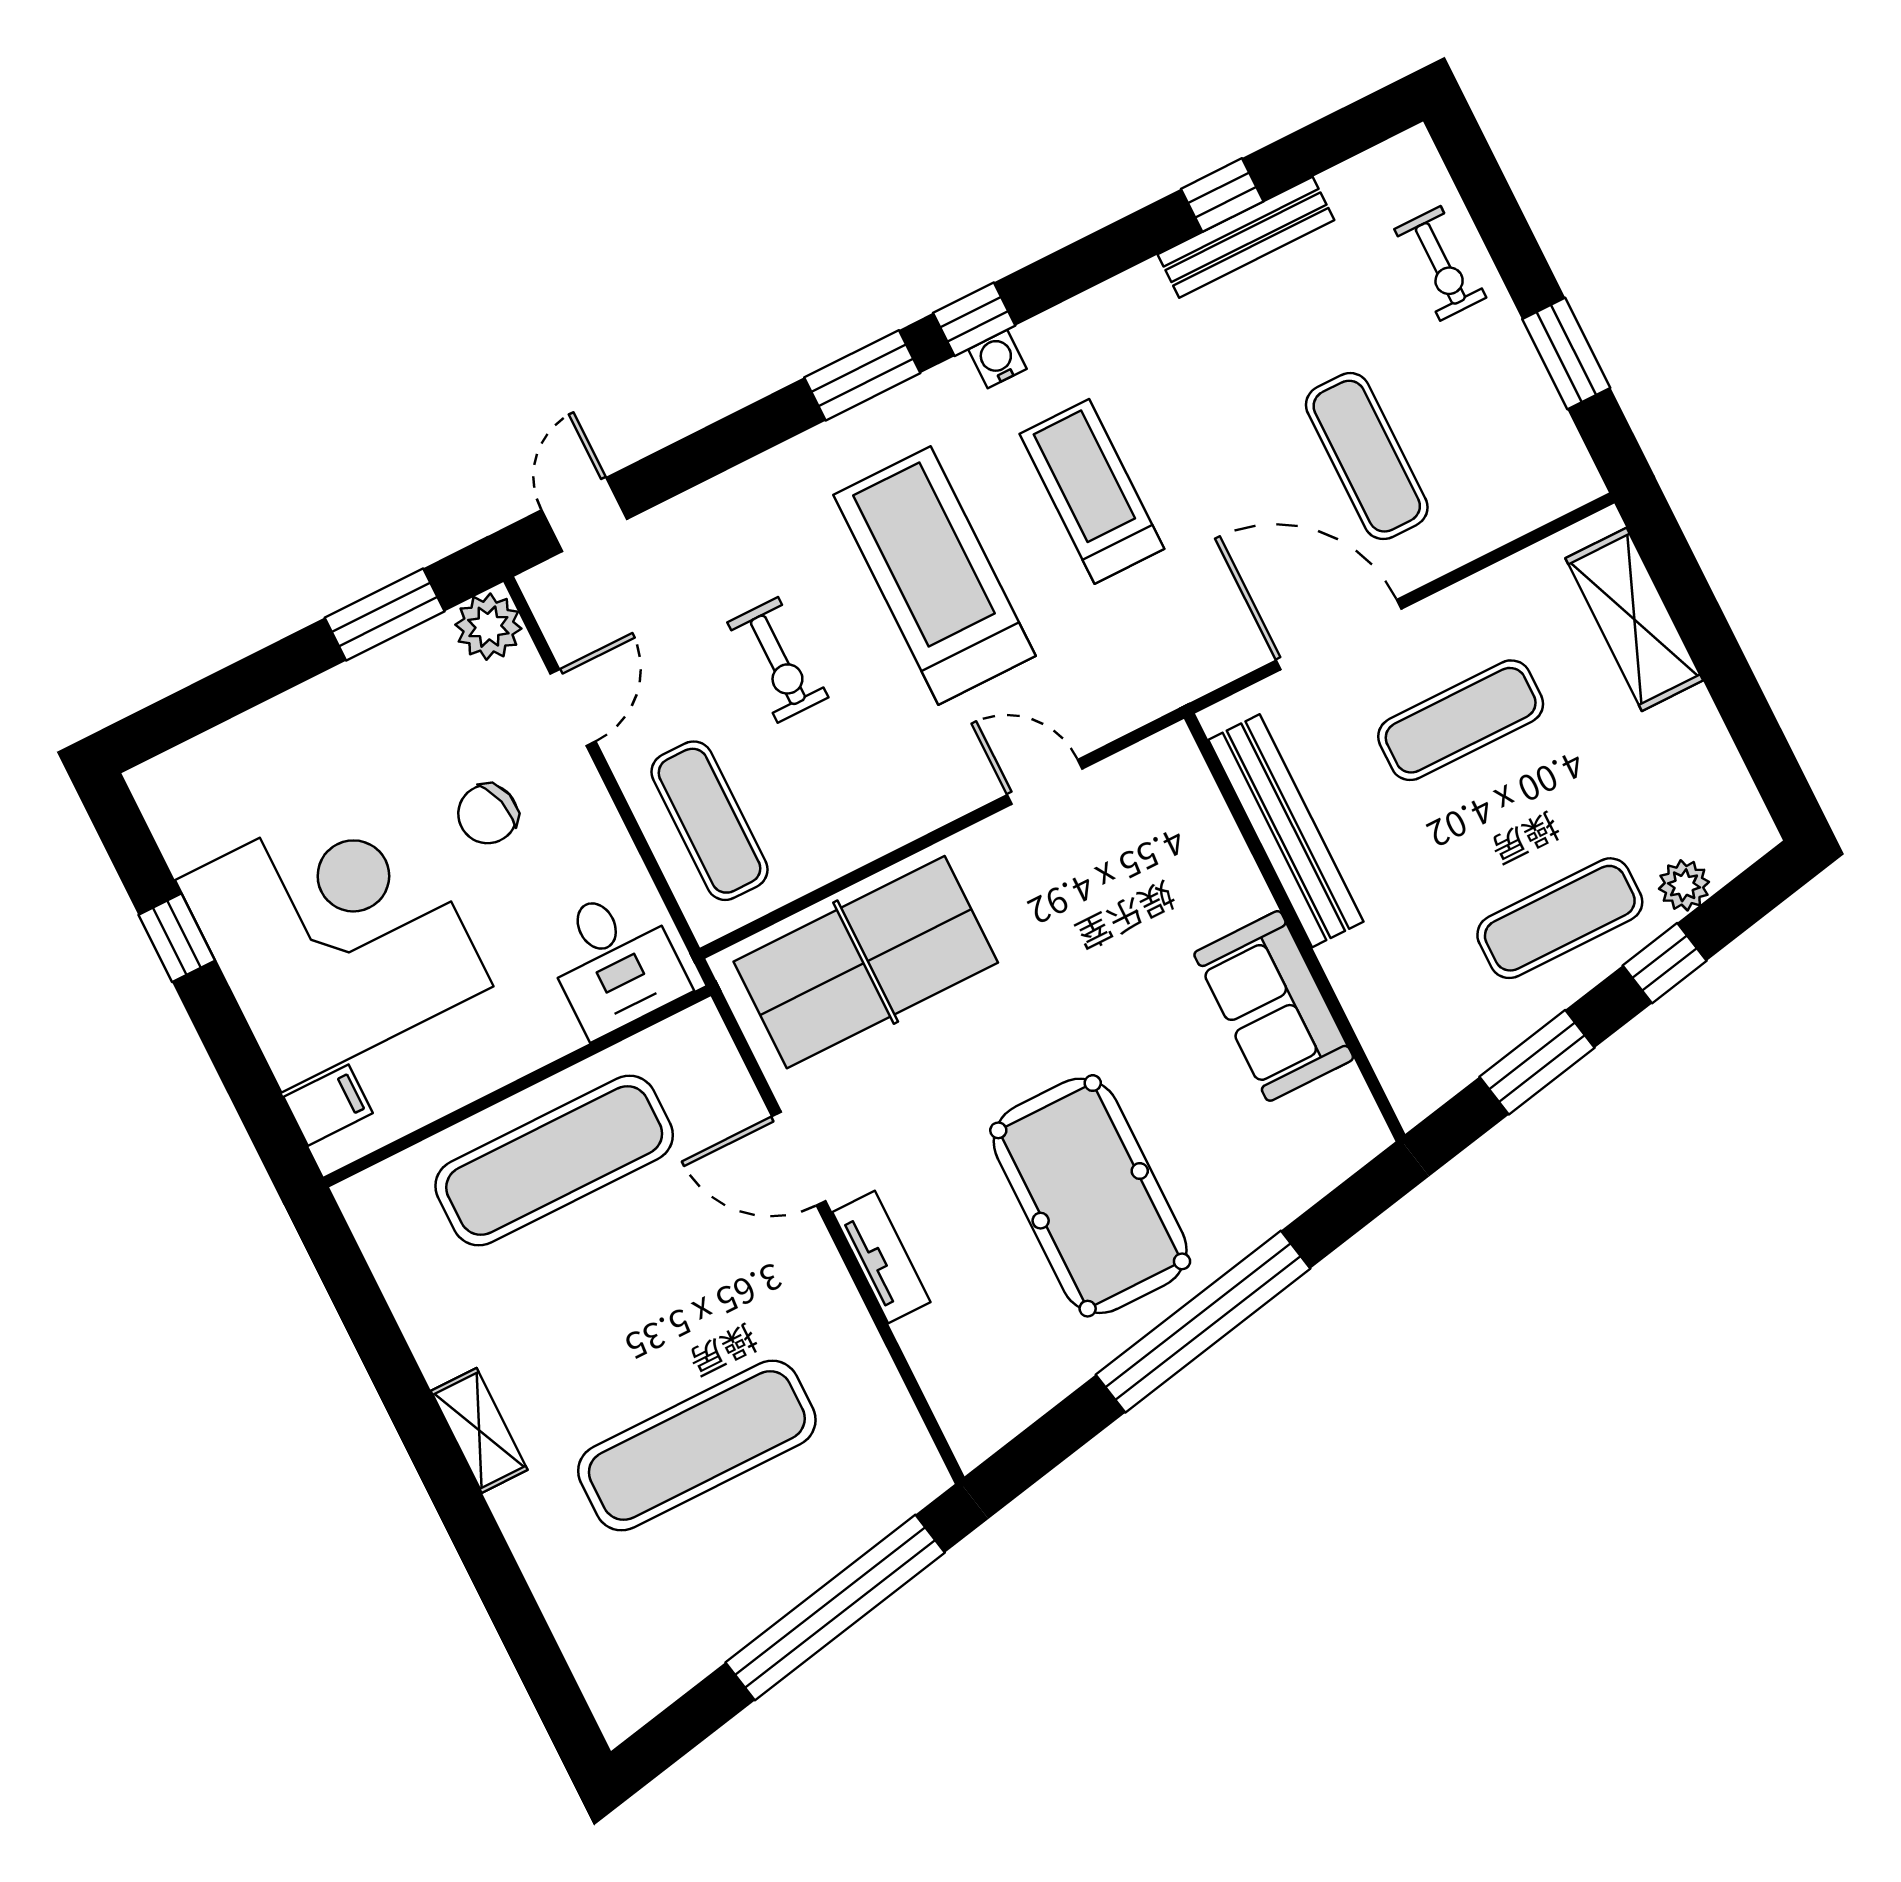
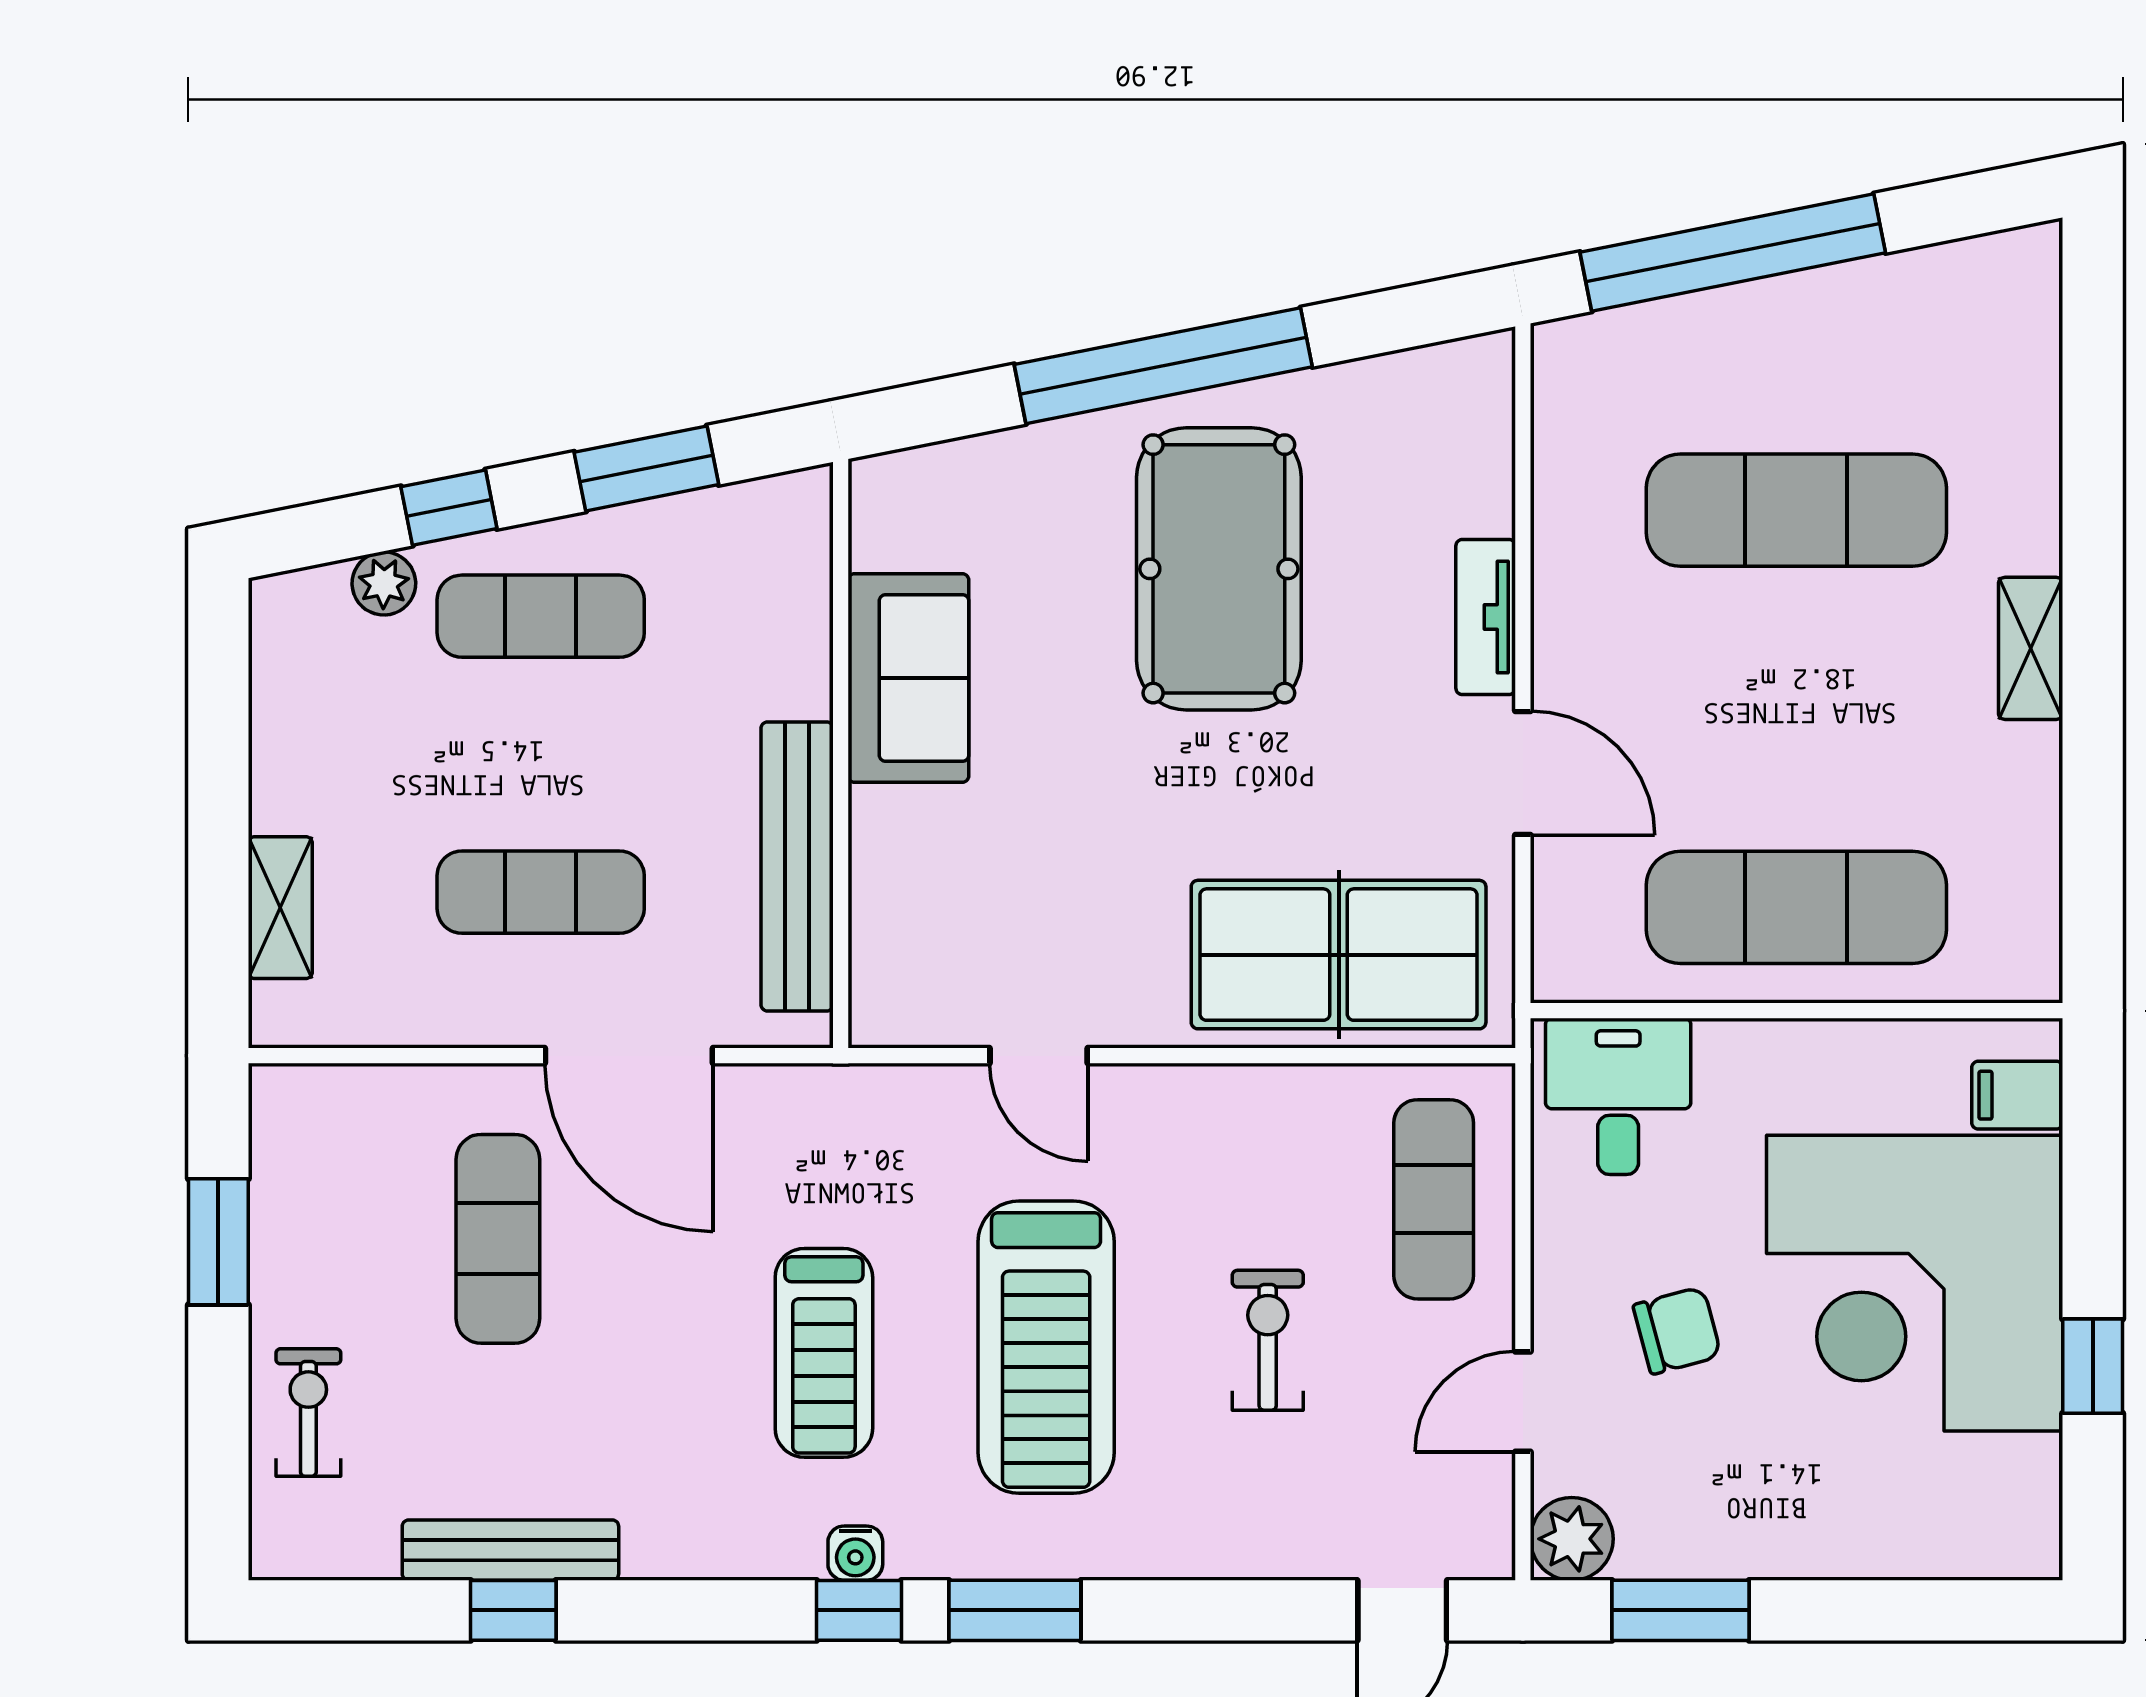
shelving: (1634, 619) -> (280, 908), width x0.67, depth x0.75

